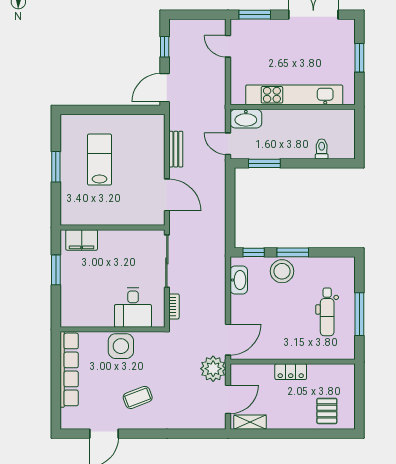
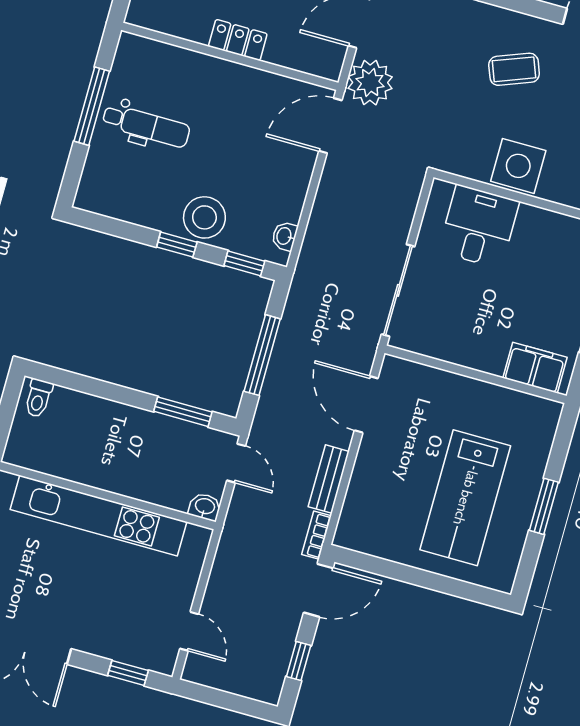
window: (255, 15) -> (128, 673), width x0.67
washbasin: (246, 119) -> (205, 507), width x0.52, depth x0.69
toilet: (322, 149) -> (38, 398), moved
lab bench: (100, 160) -> (465, 498), width x1.36, depth x1.39
window: (230, 206) -> (262, 355), added
window: (293, 252) -> (177, 245), width x0.67
washbasin: (239, 280) -> (285, 236), width x0.52, depth x0.69
bookcase: (174, 306) -> (316, 535), moved
dental chair: (327, 312) -> (146, 126), turned 90

